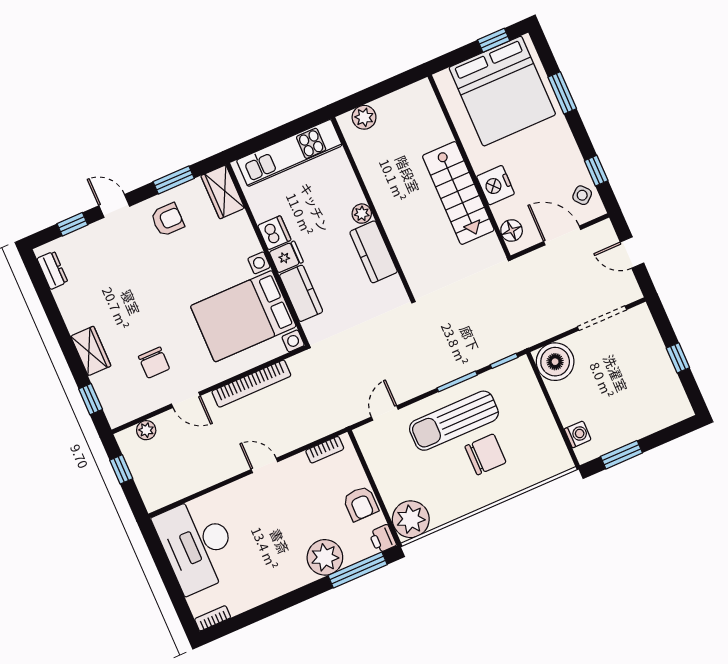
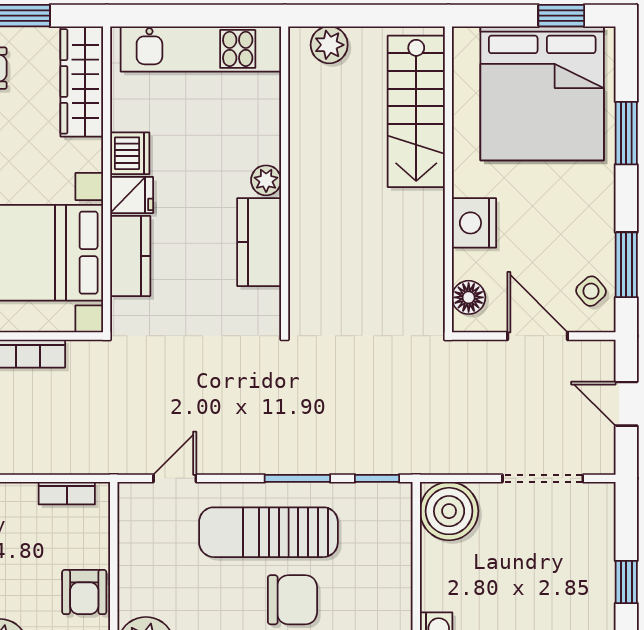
window: (596, 171) -> (626, 265), width x1.50
wardrobe: (223, 192) -> (82, 81), width x1.50
stairs: (458, 193) -> (416, 111), moved

